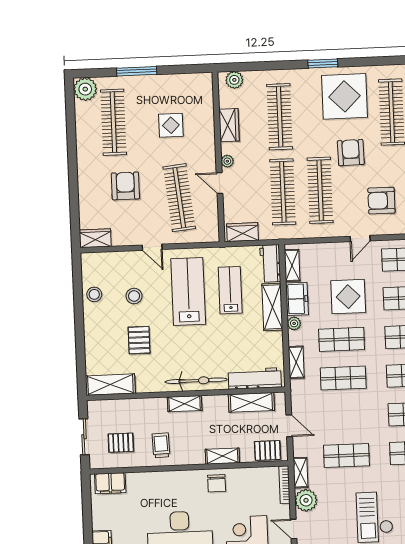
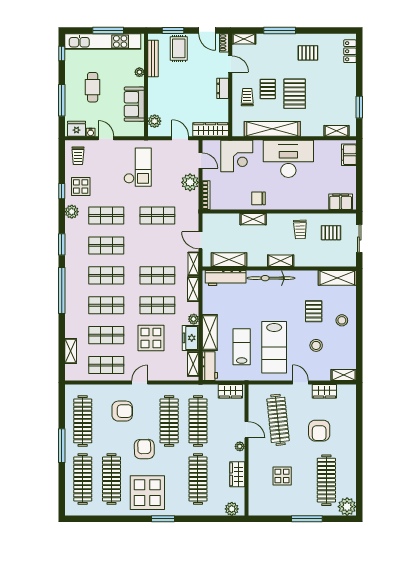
armchair: (351, 153) -> (144, 449), turned 180
wardrobe: (95, 238) -> (324, 391), moved
shelving: (97, 259) -> (344, 375), added
lab bench: (230, 290) -> (242, 347), turned 180
stool: (94, 294) -> (342, 320), moved
pallet: (268, 450) -> (218, 222), removed
shelving: (300, 473) -> (193, 264), moved
chair: (217, 483) -> (258, 198), turned -90

